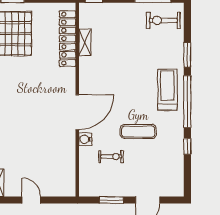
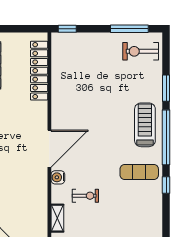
shelving: (85, 42) -> (57, 218), moved
exercise mat: (138, 132) -> (139, 172), moved

